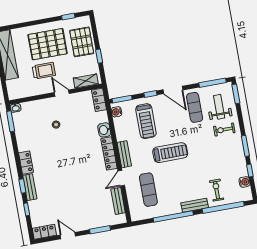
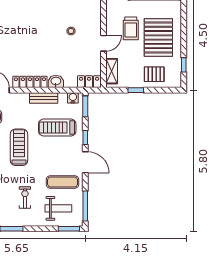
pallet: (82, 42) -> (154, 74), width x0.67, depth x0.71
door: (173, 90) -> (85, 162), swing flipped
exercise bike: (224, 130) -> (25, 198), moved
treadmill: (170, 153) -> (19, 147), turned 180
bench: (124, 154) -> (44, 98), moved

